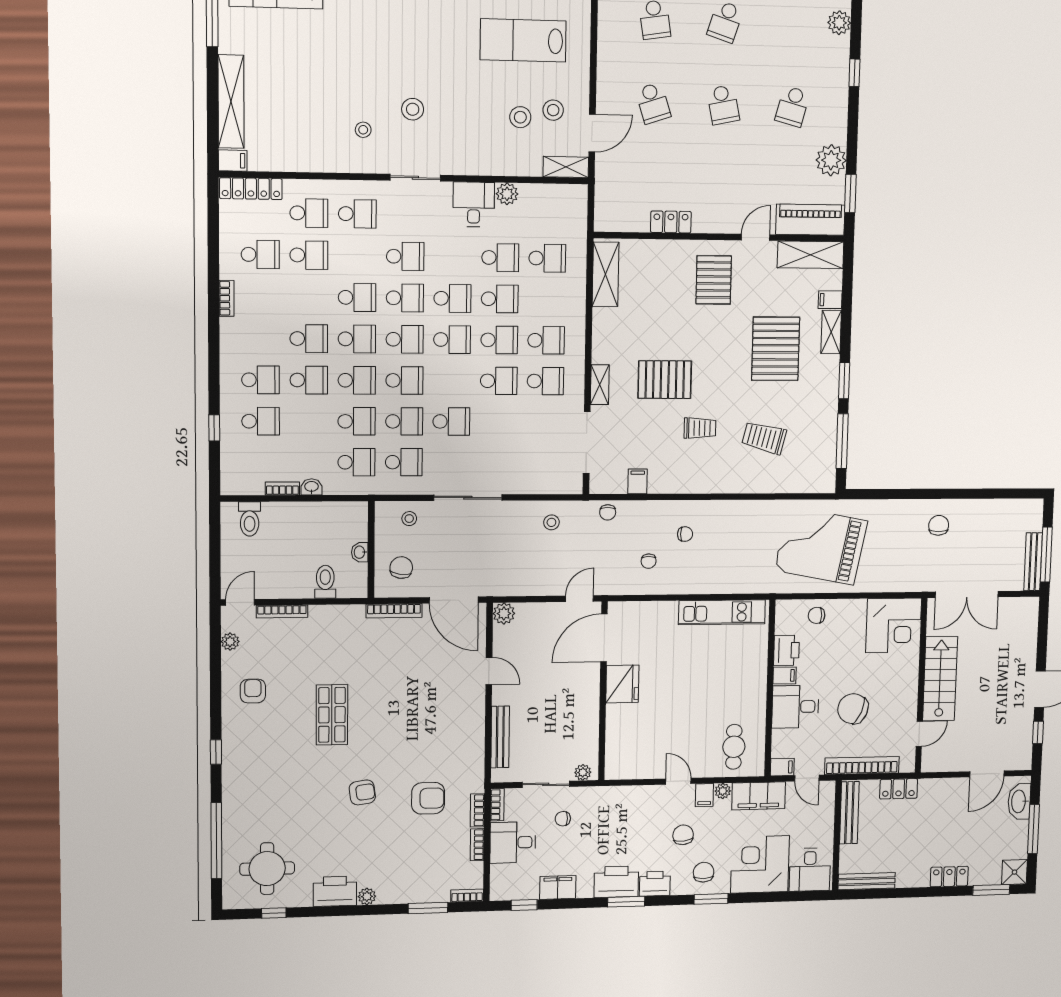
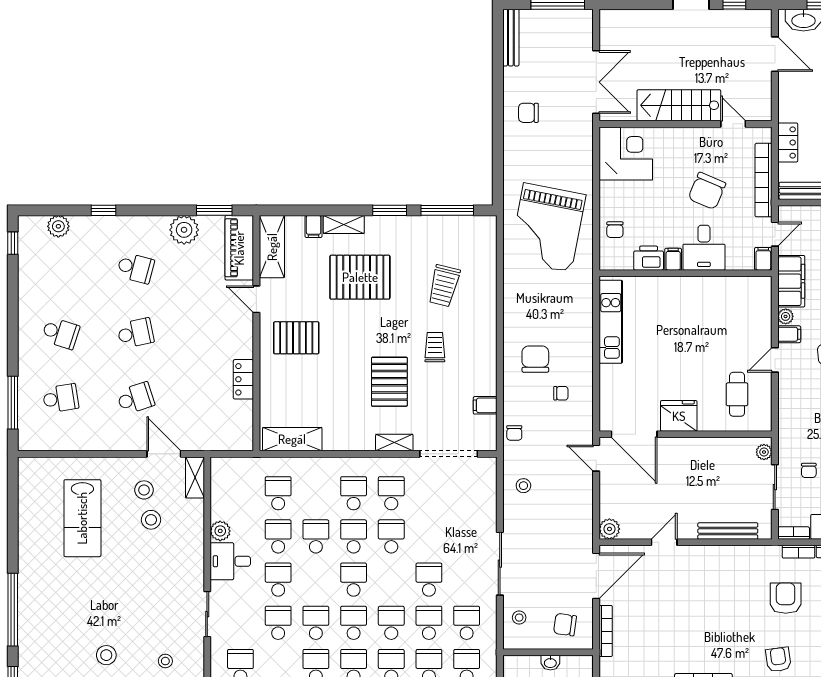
stool: (413, 109) -> (106, 655), moved
school desk: (452, 298) -> (278, 580), moved
chair: (608, 512) -> (514, 433), turned 90
chair: (685, 534) -> (535, 359), width x1.87, depth x1.87
bench: (1033, 562) -> (511, 38), moved, turned 90
cafe table: (734, 747) -> (737, 394), moved, turned 90

